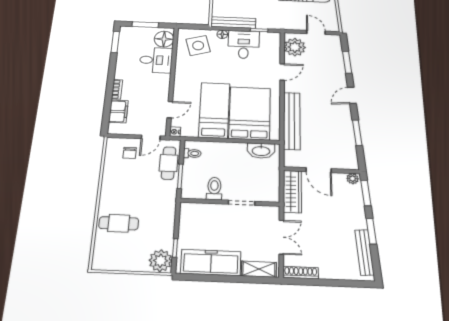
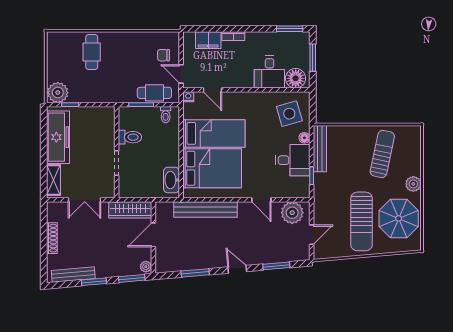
shoe rack: (301, 273) -> (52, 238), moved

